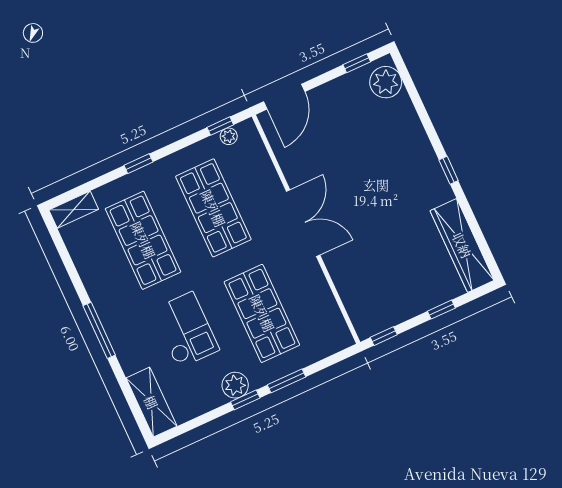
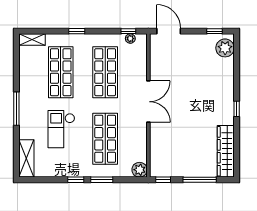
door: (284, 97) -> (169, 31), swing flipped
window: (441, 310) -> (200, 180), width x2.17
checkout: (186, 330) -> (61, 129), turned 180
plant: (235, 385) -> (140, 170), moved

